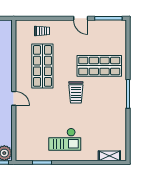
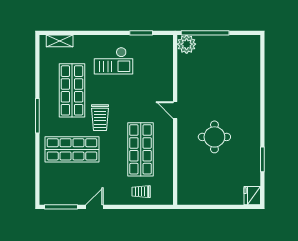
door: (81, 18) -> (94, 207), hinge flipped
trolley: (76, 92) -> (100, 118), turned 180
shop shelf: (99, 115) -> (72, 90), added
checkout: (65, 139) -> (114, 61), turned 180

